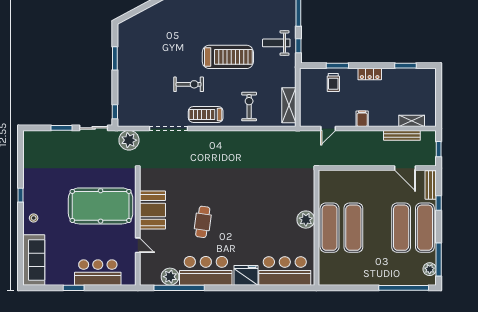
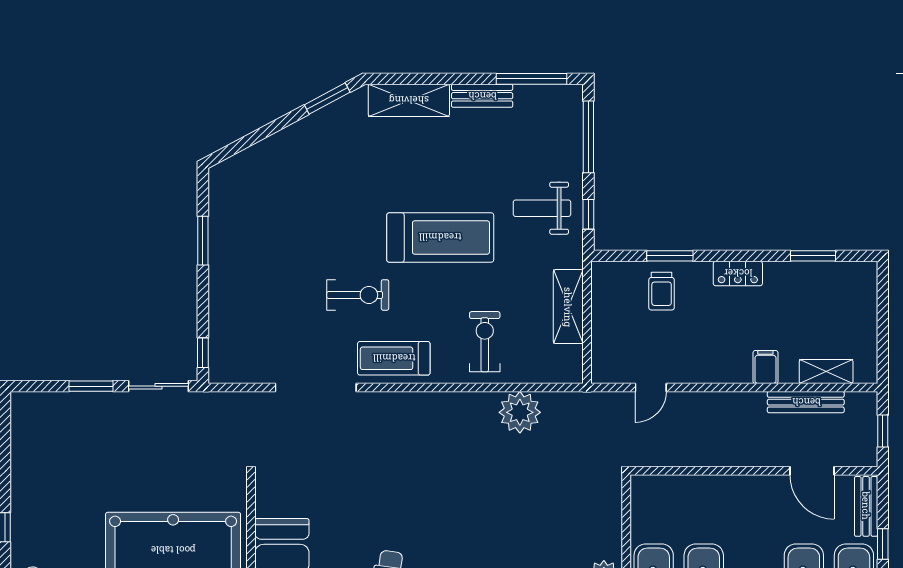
shelving: (289, 105) -> (568, 307), moved
filing cabinet: (362, 119) -> (765, 367), moved
plant: (129, 140) -> (520, 412), moved

